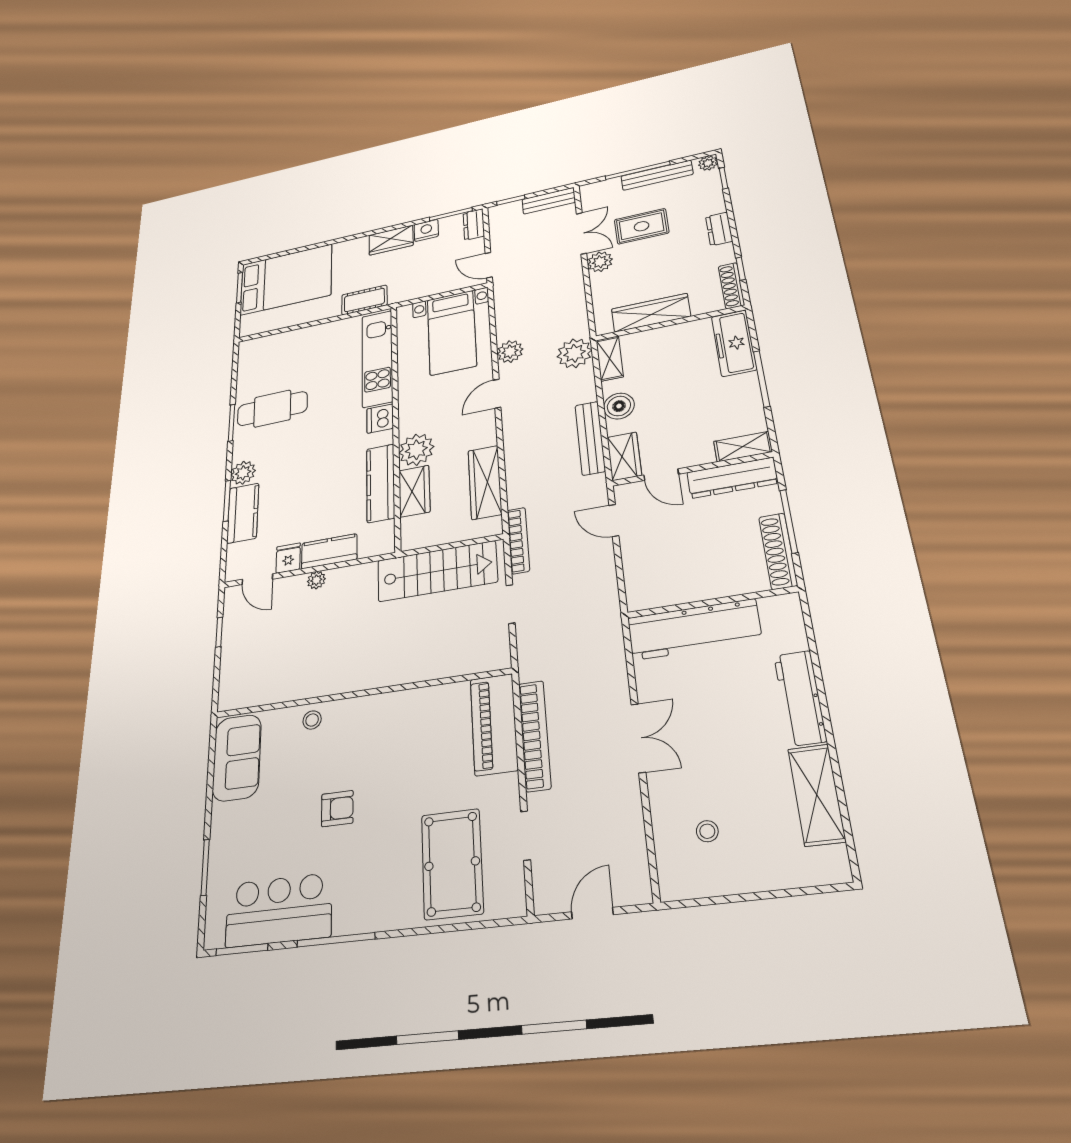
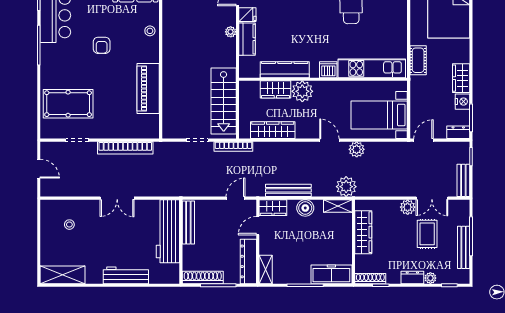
plant: (708, 163) -> (430, 278), moved
bench: (671, 595) -> (188, 222), added
piano: (494, 724) -> (148, 89), moved, turned -90
shelving: (817, 795) -> (62, 275), moved

